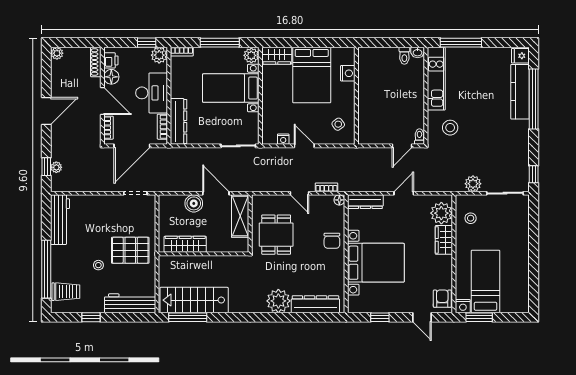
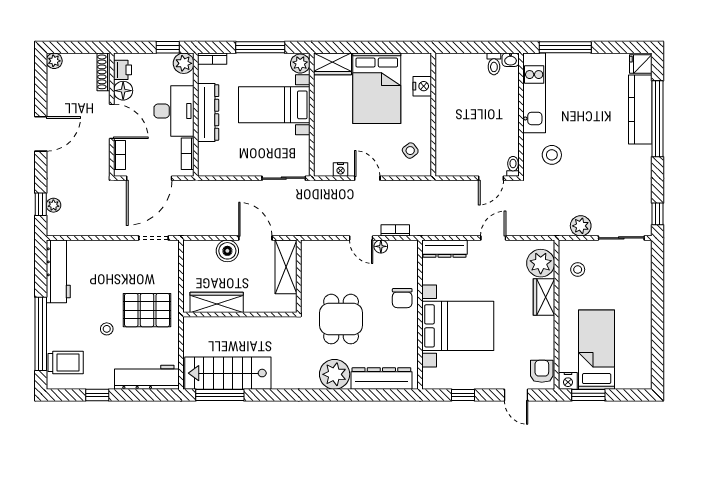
dresser: (179, 121) -> (208, 112), moved
floor lamp: (339, 200) -> (381, 246), moved
dining table: (276, 235) -> (341, 319), moved

